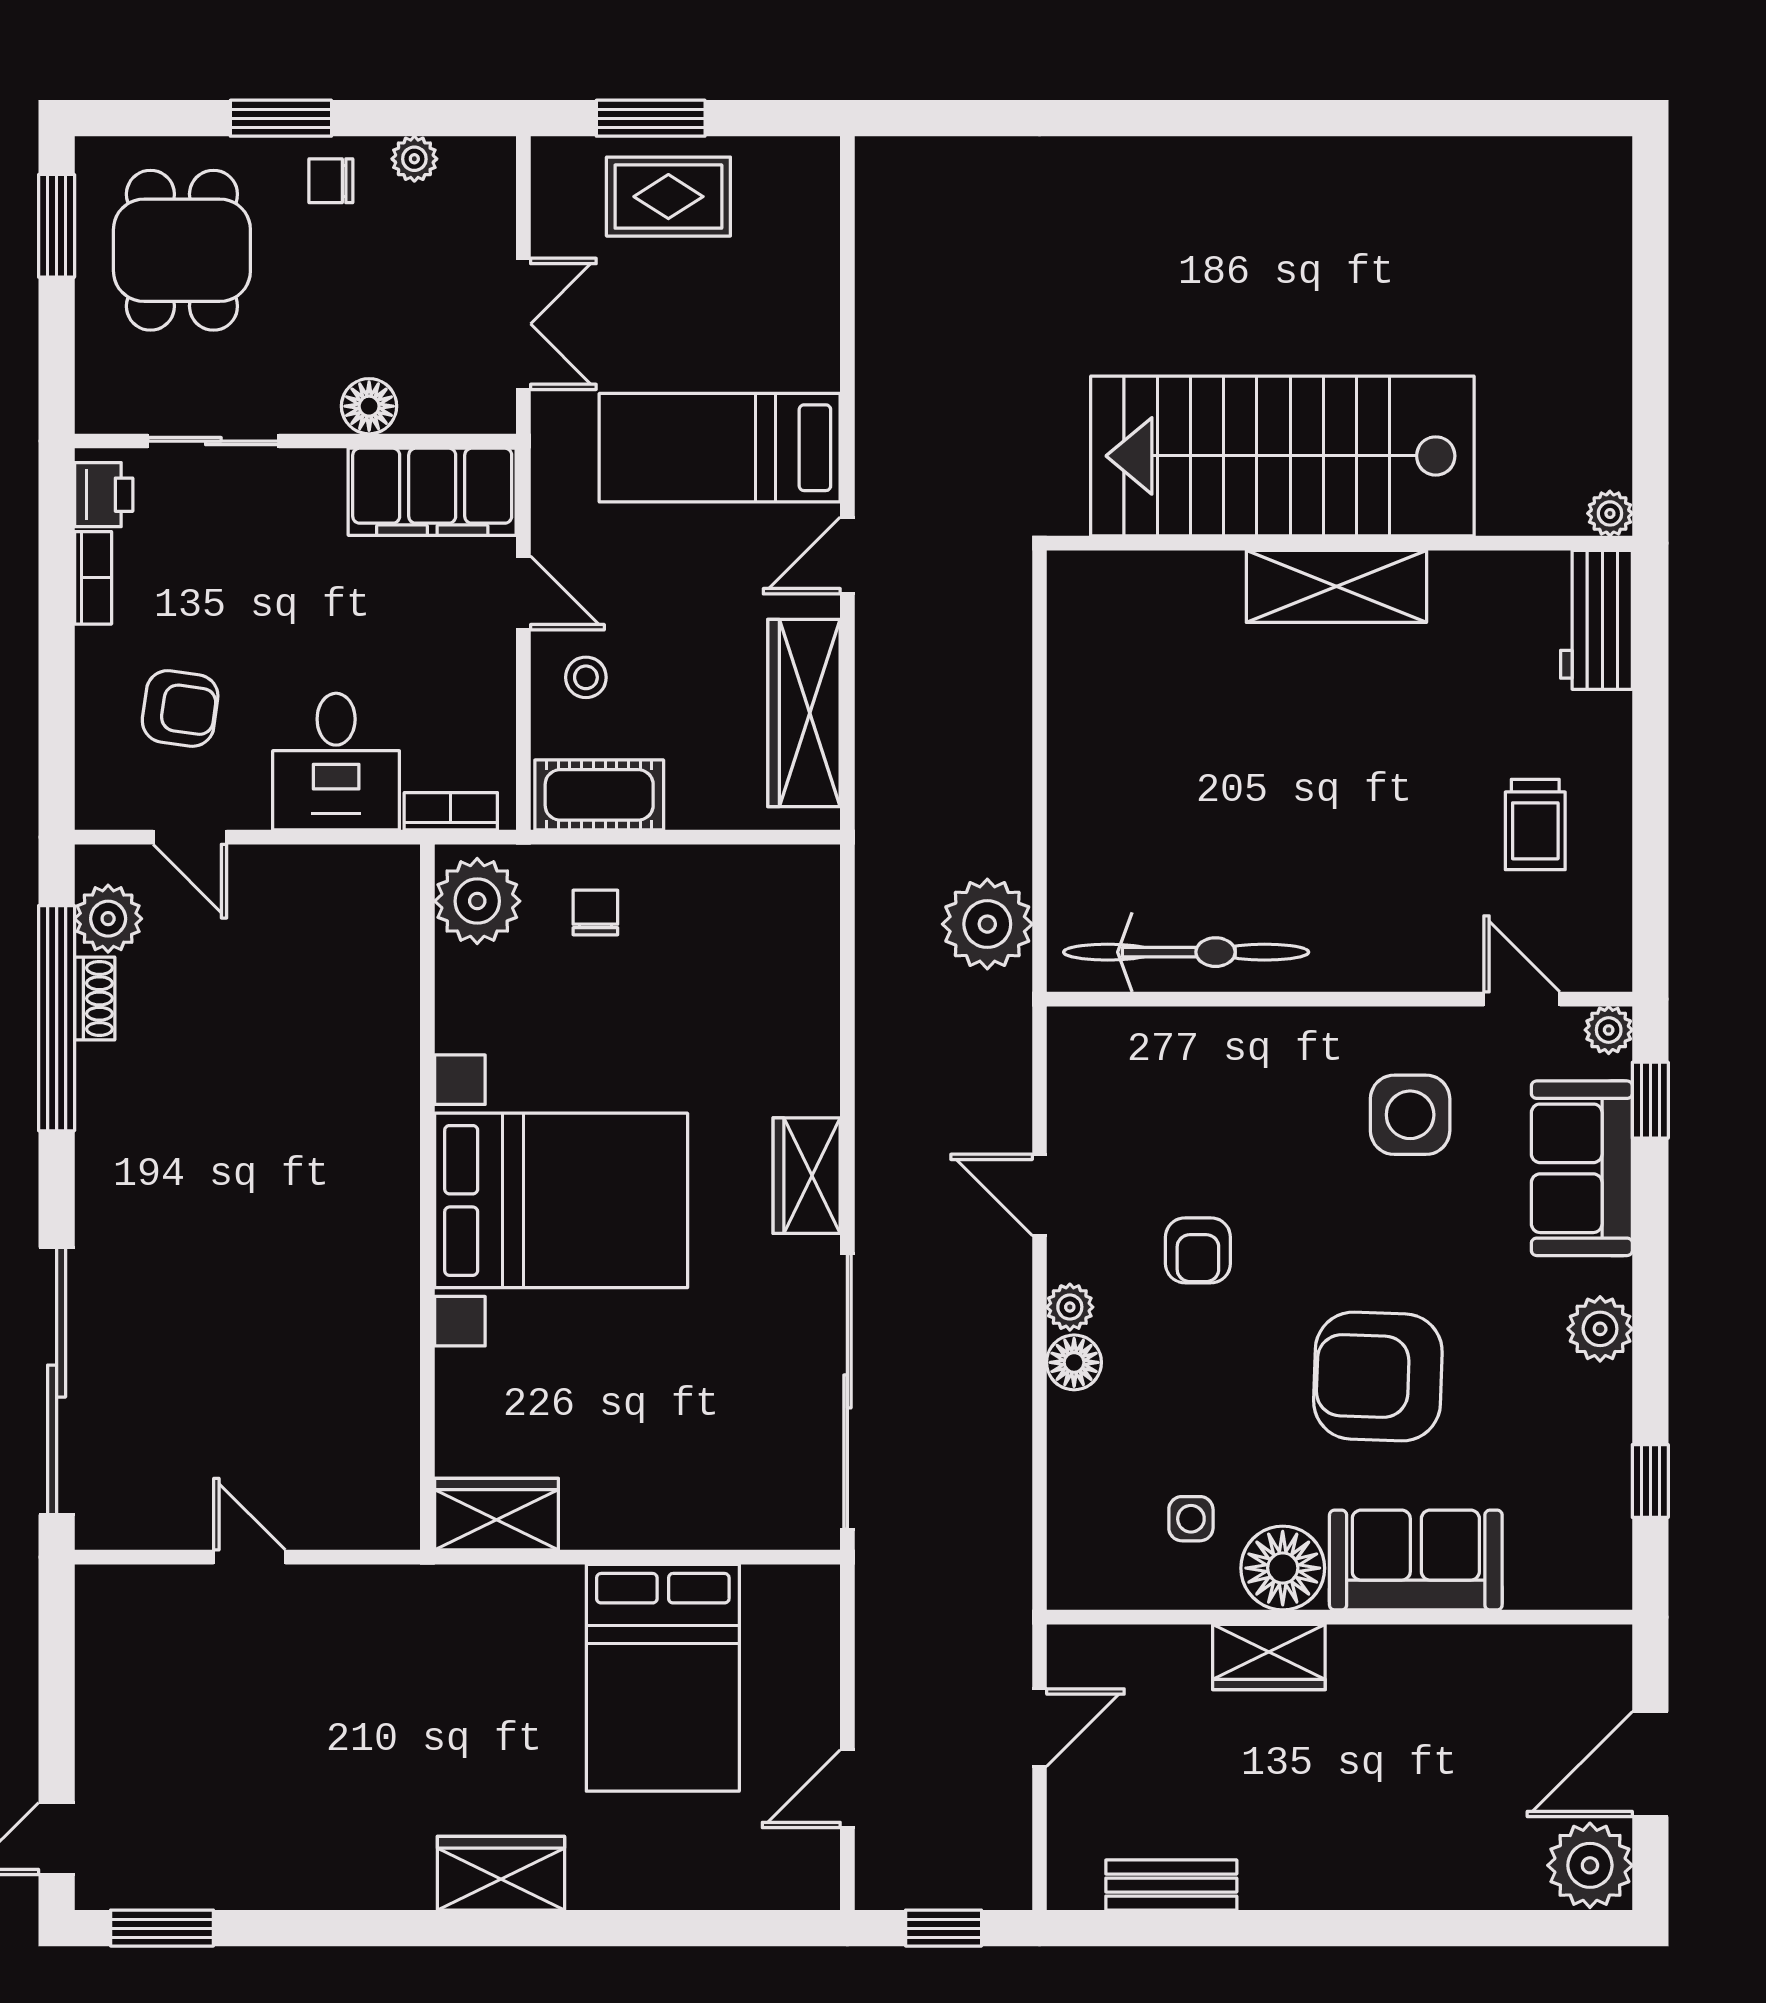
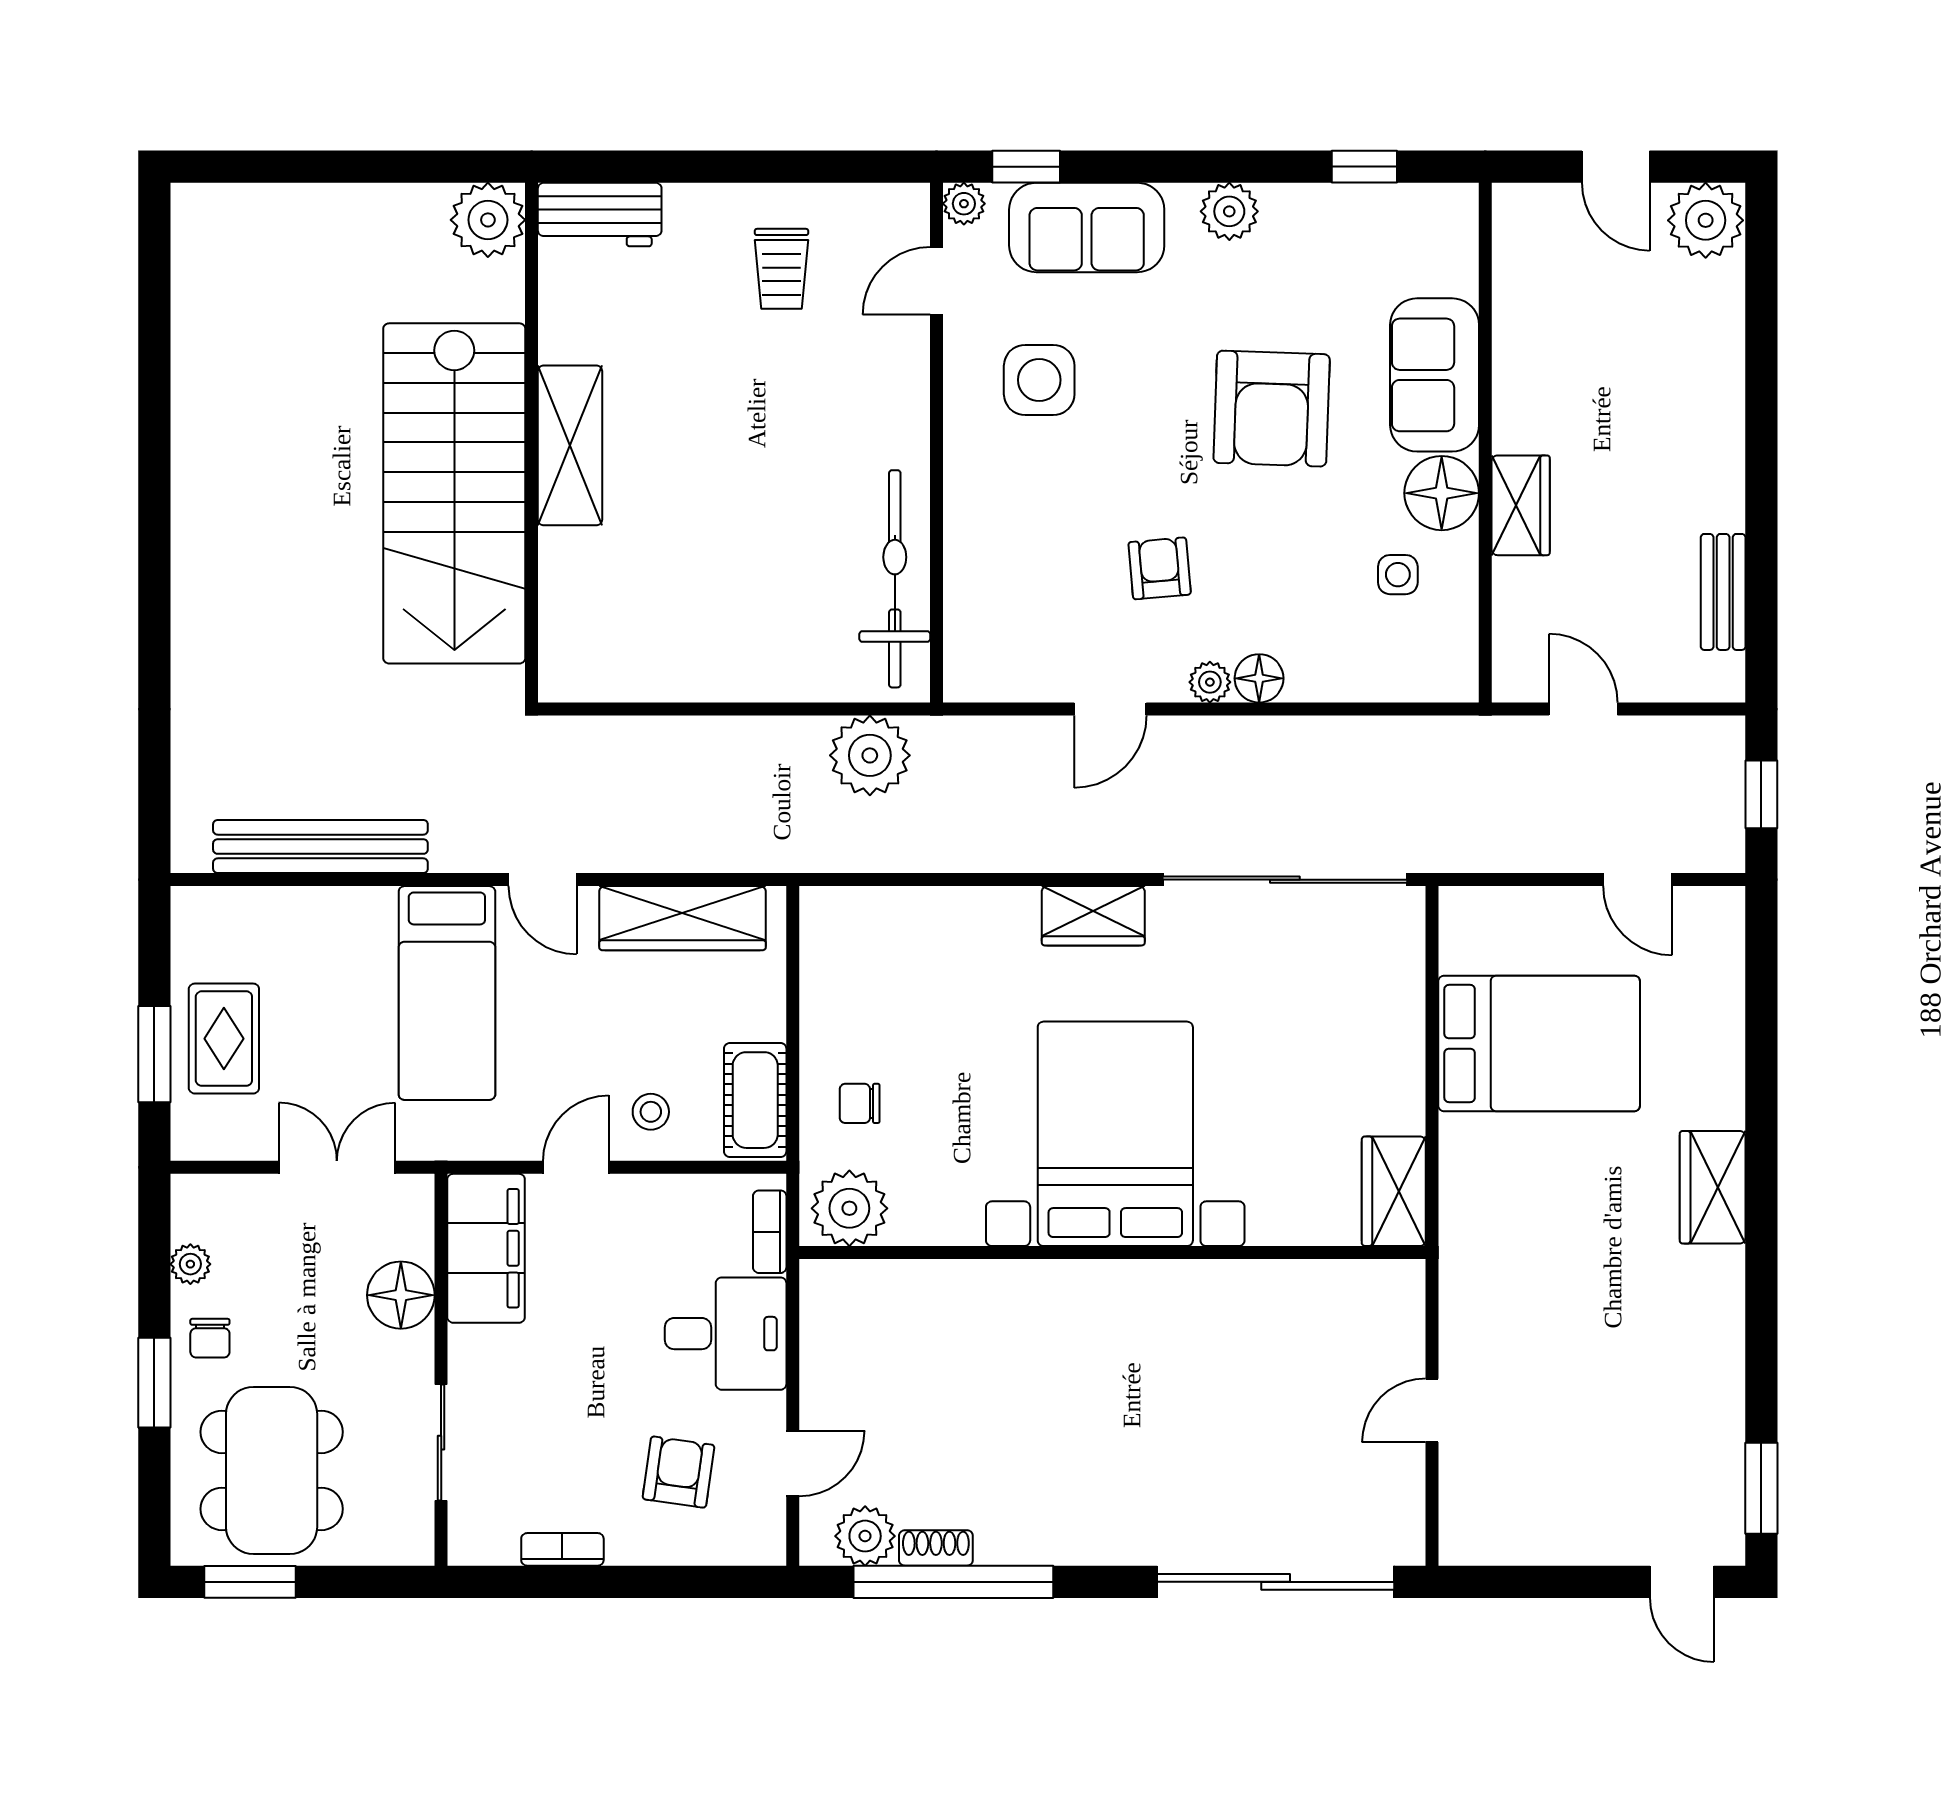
dining table: (182, 250) -> (272, 1470), width x1.38
bench: (885, 305) -> (320, 847), added
floor lamp: (369, 406) -> (401, 1295), width x1.38, depth x1.38
printer: (104, 495) -> (489, 1540), removed
plant: (1610, 513) -> (488, 220), width x1.88, depth x1.88
trolley: (1535, 825) -> (781, 269), turned 90
armchair: (1198, 1250) -> (1160, 568), turned -95
door: (1650, 1764) -> (1616, 167), width x0.73

